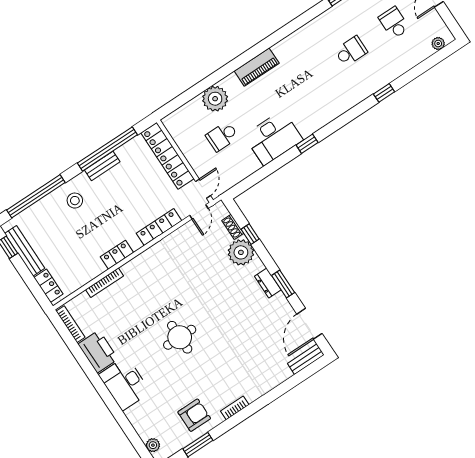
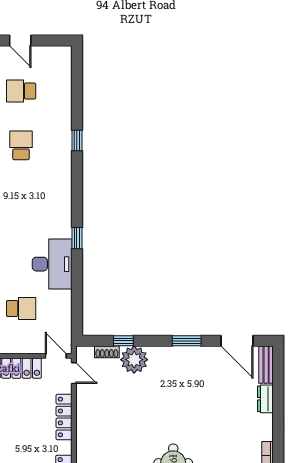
plant: (438, 44) -> (65, 64), removed
school desk: (222, 136) -> (21, 308), turned -90
dresser: (268, 283) -> (265, 399), moved, turned 90

